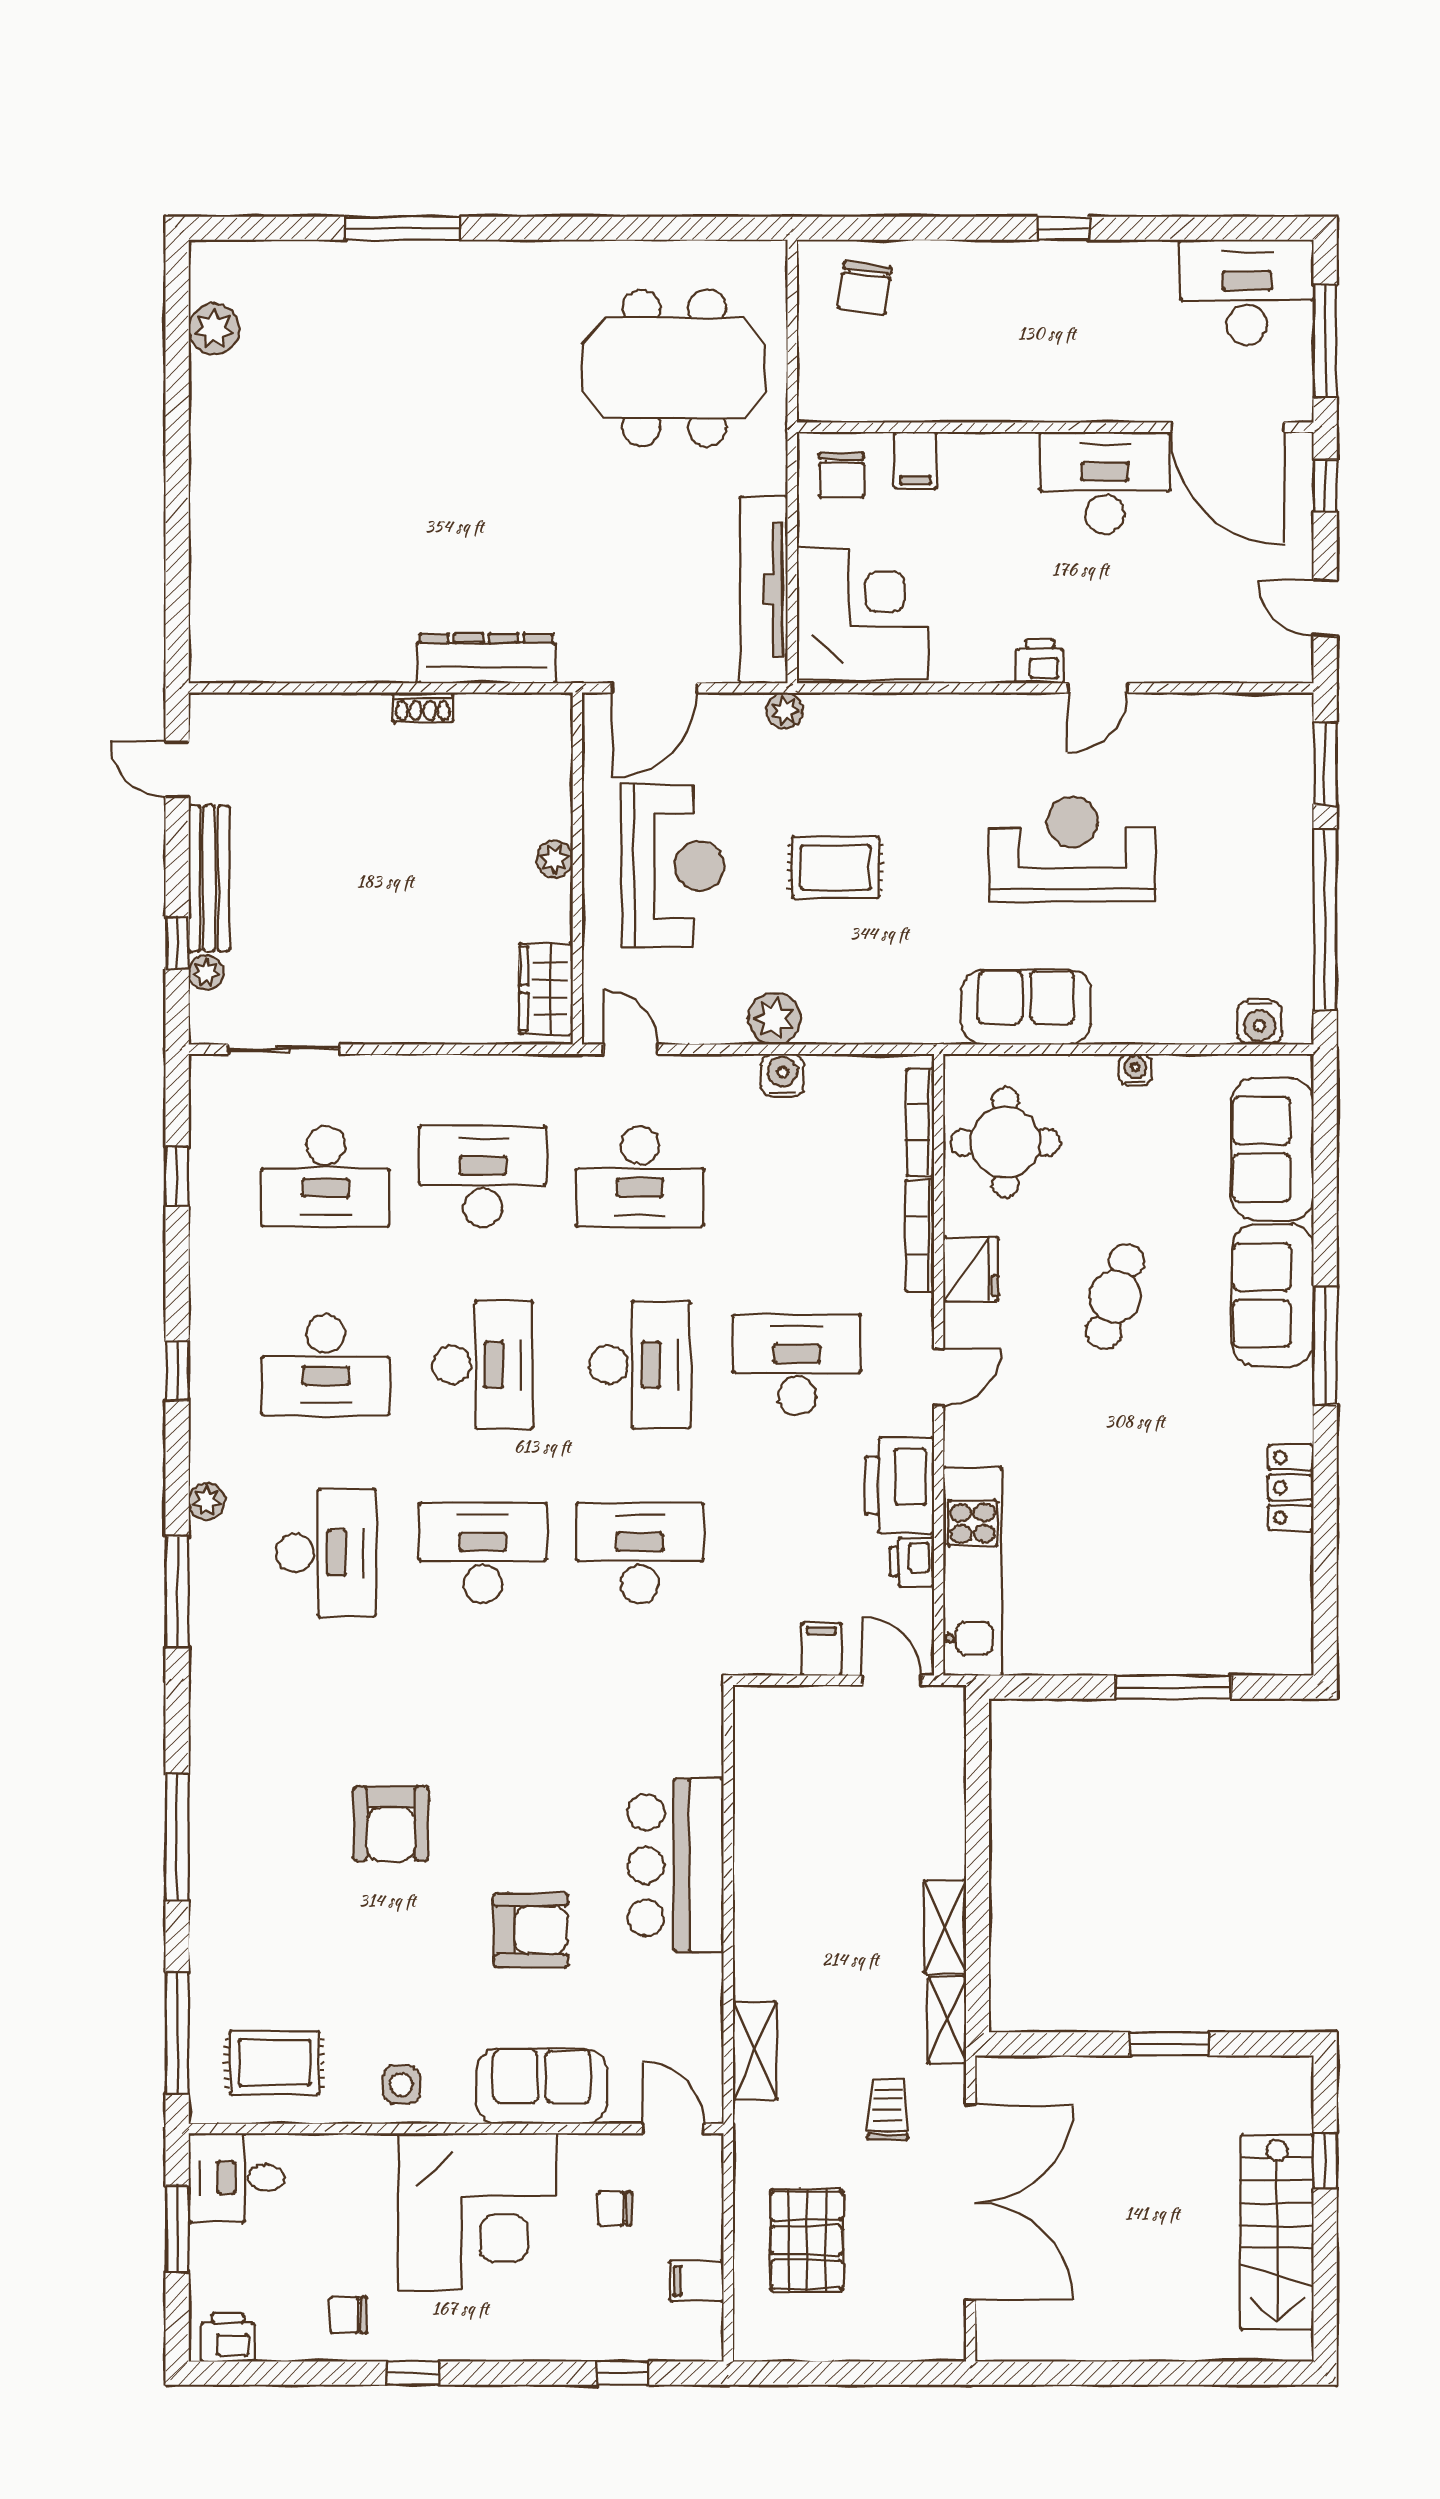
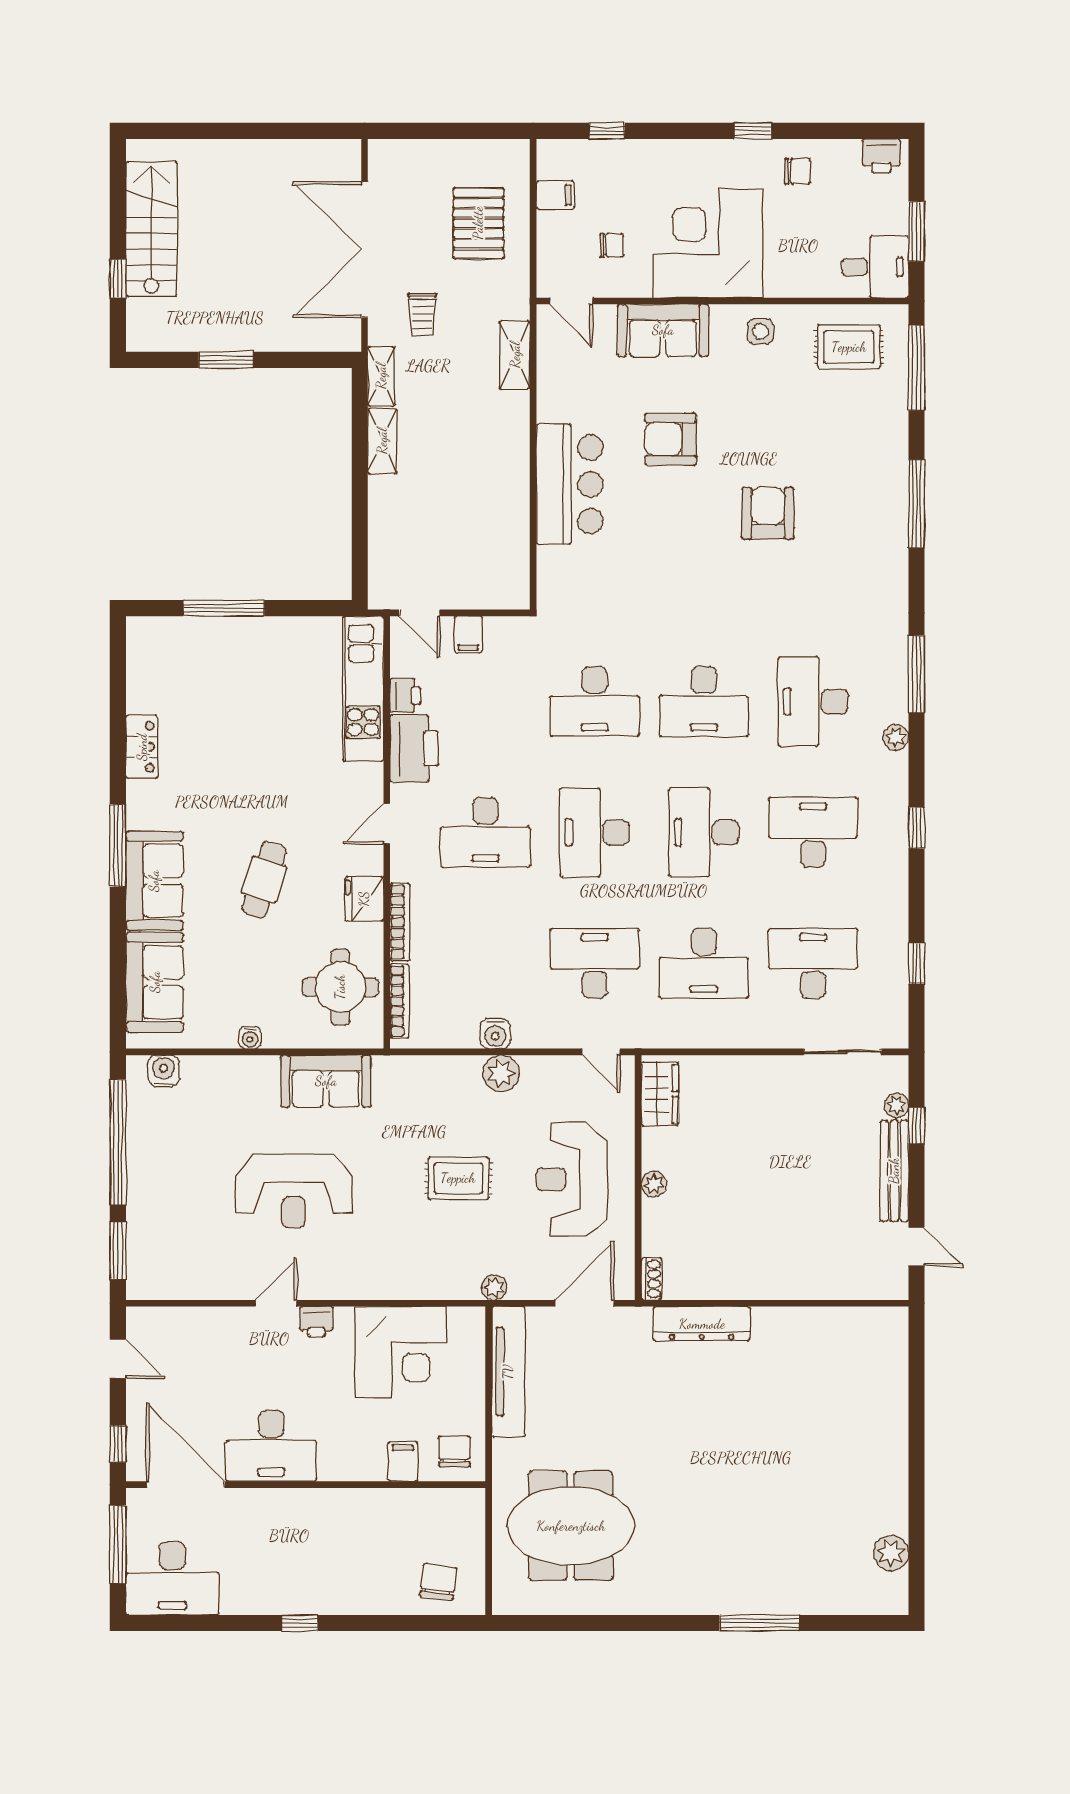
corner desk: (862, 614) -> (401, 1352), moved, turned -90
shoe rack: (423, 707) -> (652, 1279), moved, turned 90

